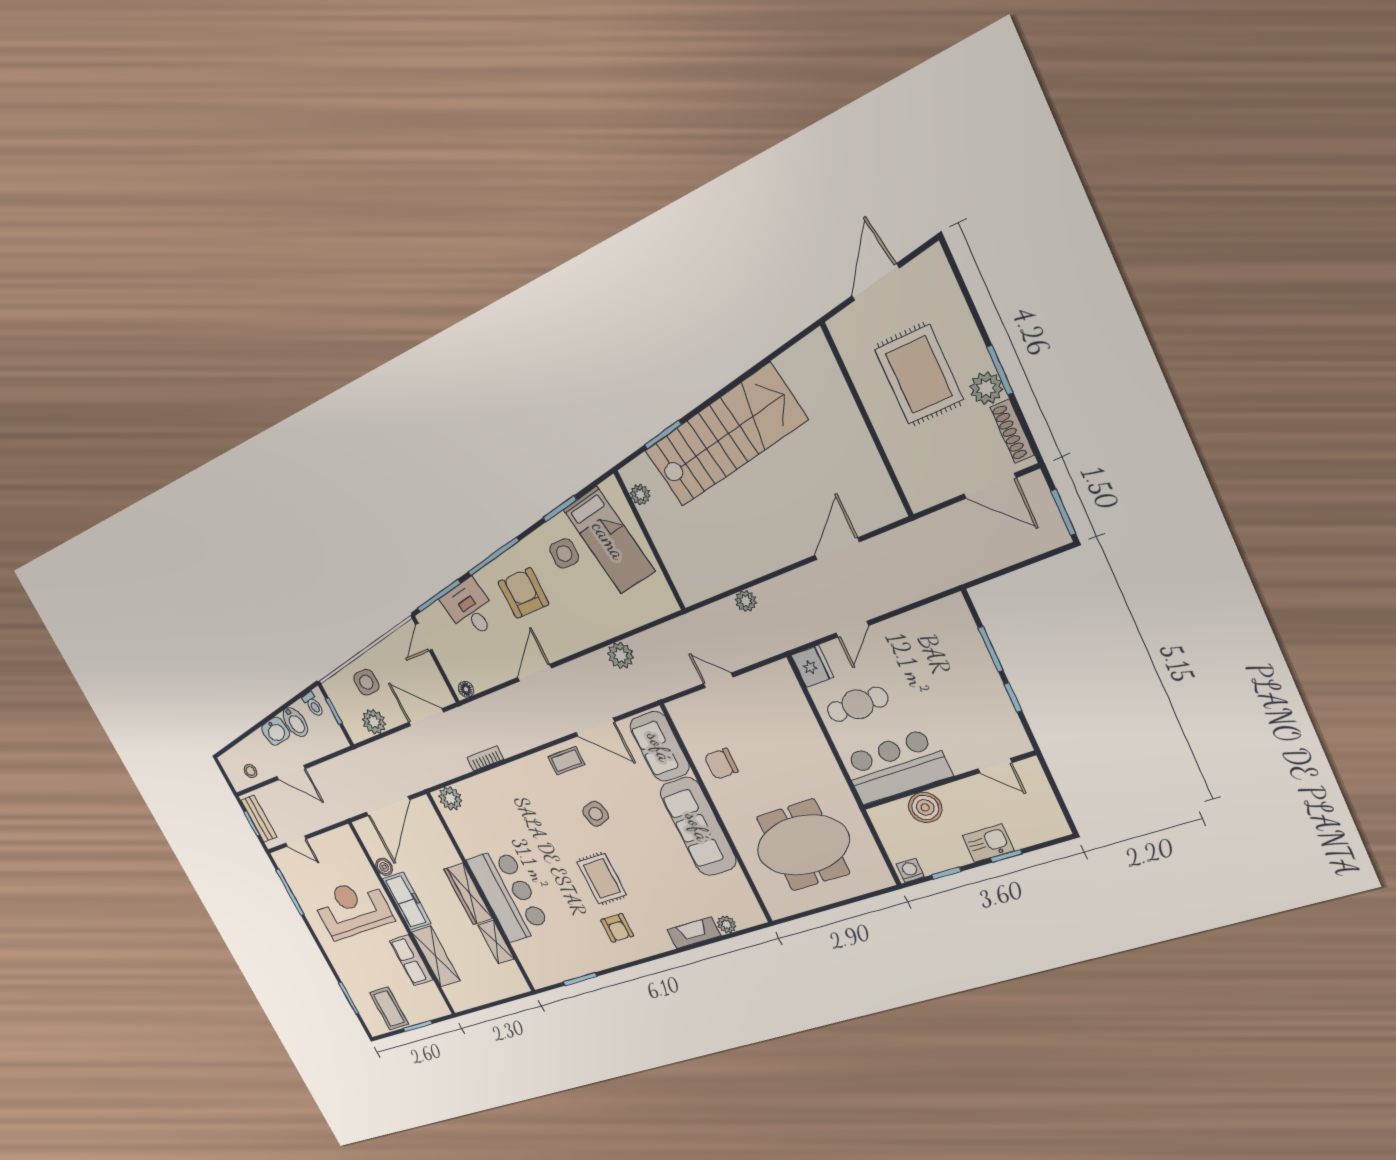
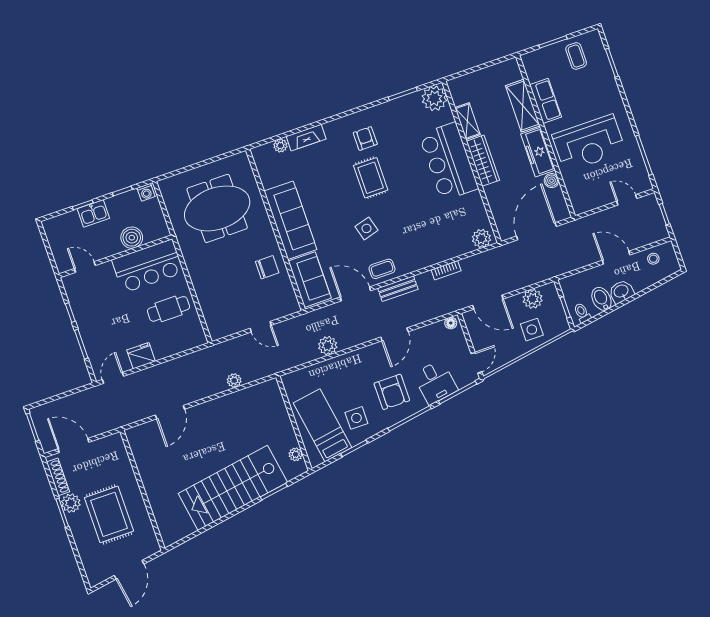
door: (852, 629) -> (113, 378), moved
fridge: (812, 666) -> (141, 356), moved, turned 90
bench: (259, 819) -> (398, 289), moved, turned 90
plant: (541, 971) -> (434, 98), added
coffee table: (389, 1008) -> (576, 56), width x0.73, depth x0.77

